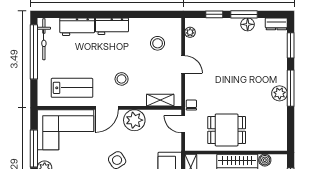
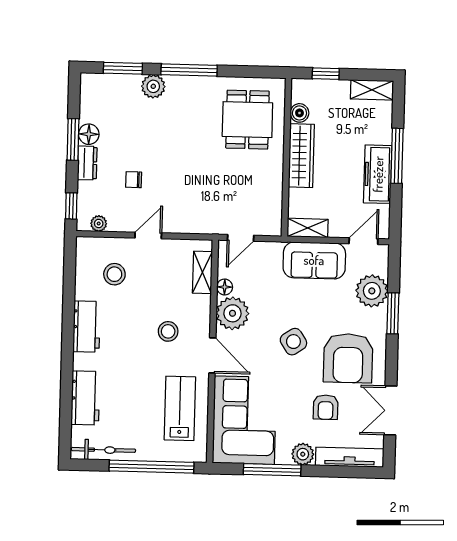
window: (214, 14) -> (71, 206), moved
dresser: (276, 24) -> (87, 163), moved
workbench: (112, 26) -> (87, 327), moved
window: (34, 52) -> (152, 467), moved
plant: (280, 93) -> (153, 86), moved
chair: (191, 105) -> (134, 180), moved
floor lamp: (151, 115) -> (225, 287), added
dining table: (227, 130) -> (247, 120), moved

